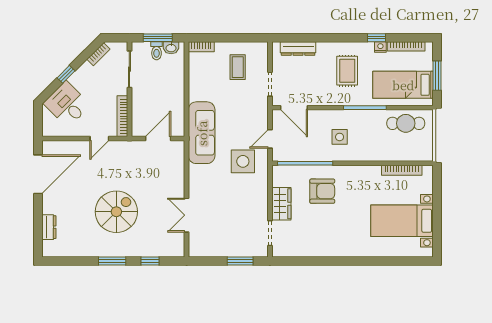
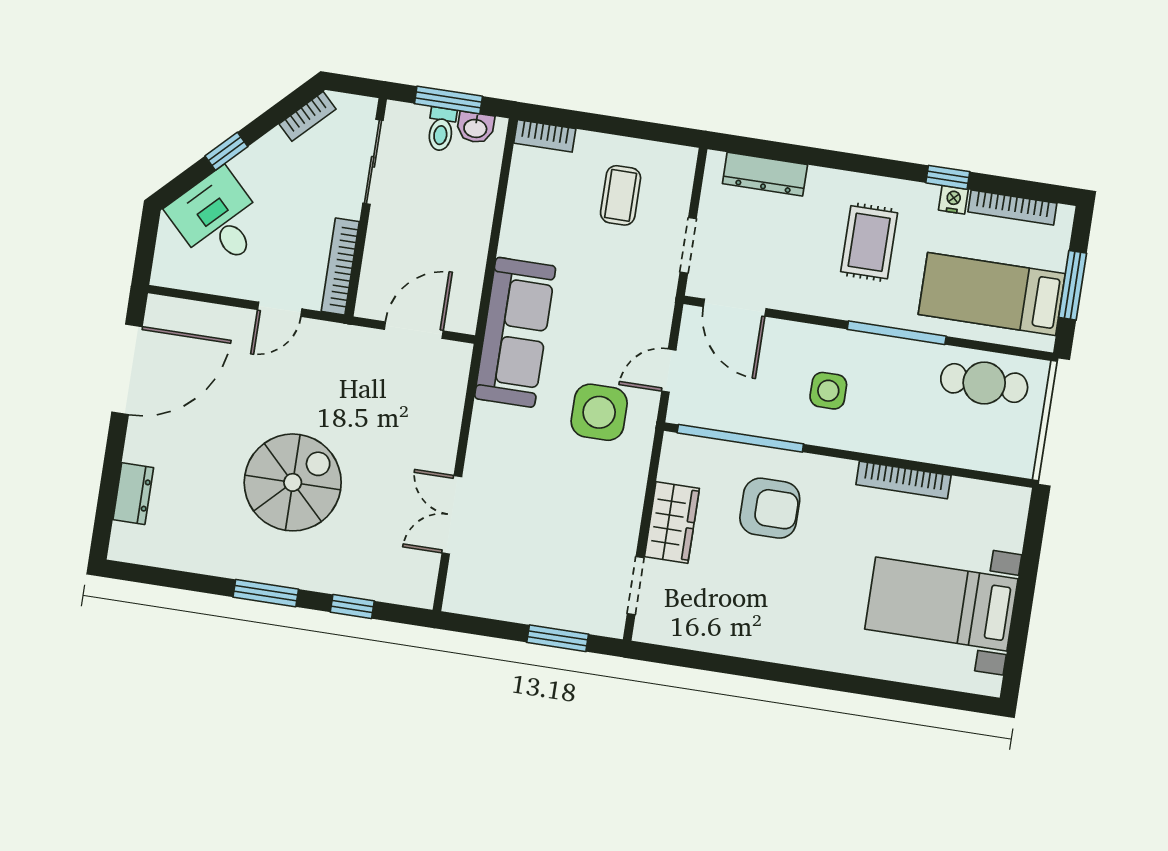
bookcase: (402, 170) -> (903, 480), moved

